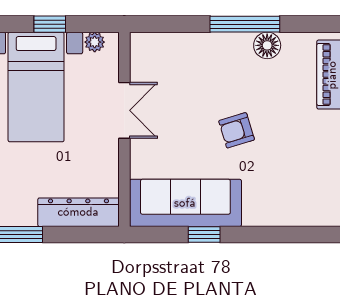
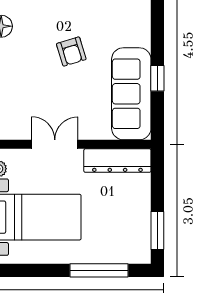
dresser: (78, 212) -> (117, 161), moved, turned -90

